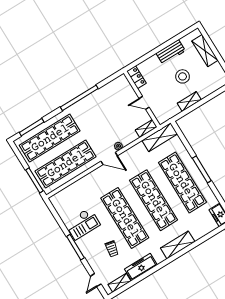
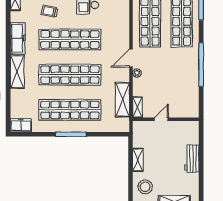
workbench: (171, 52) -> (192, 159), moved
stool: (183, 76) -> (145, 187), moved
locker: (136, 77) -> (188, 126), removed
shelving: (160, 137) -> (122, 100), moved
freezer: (141, 267) -> (18, 38), moved

